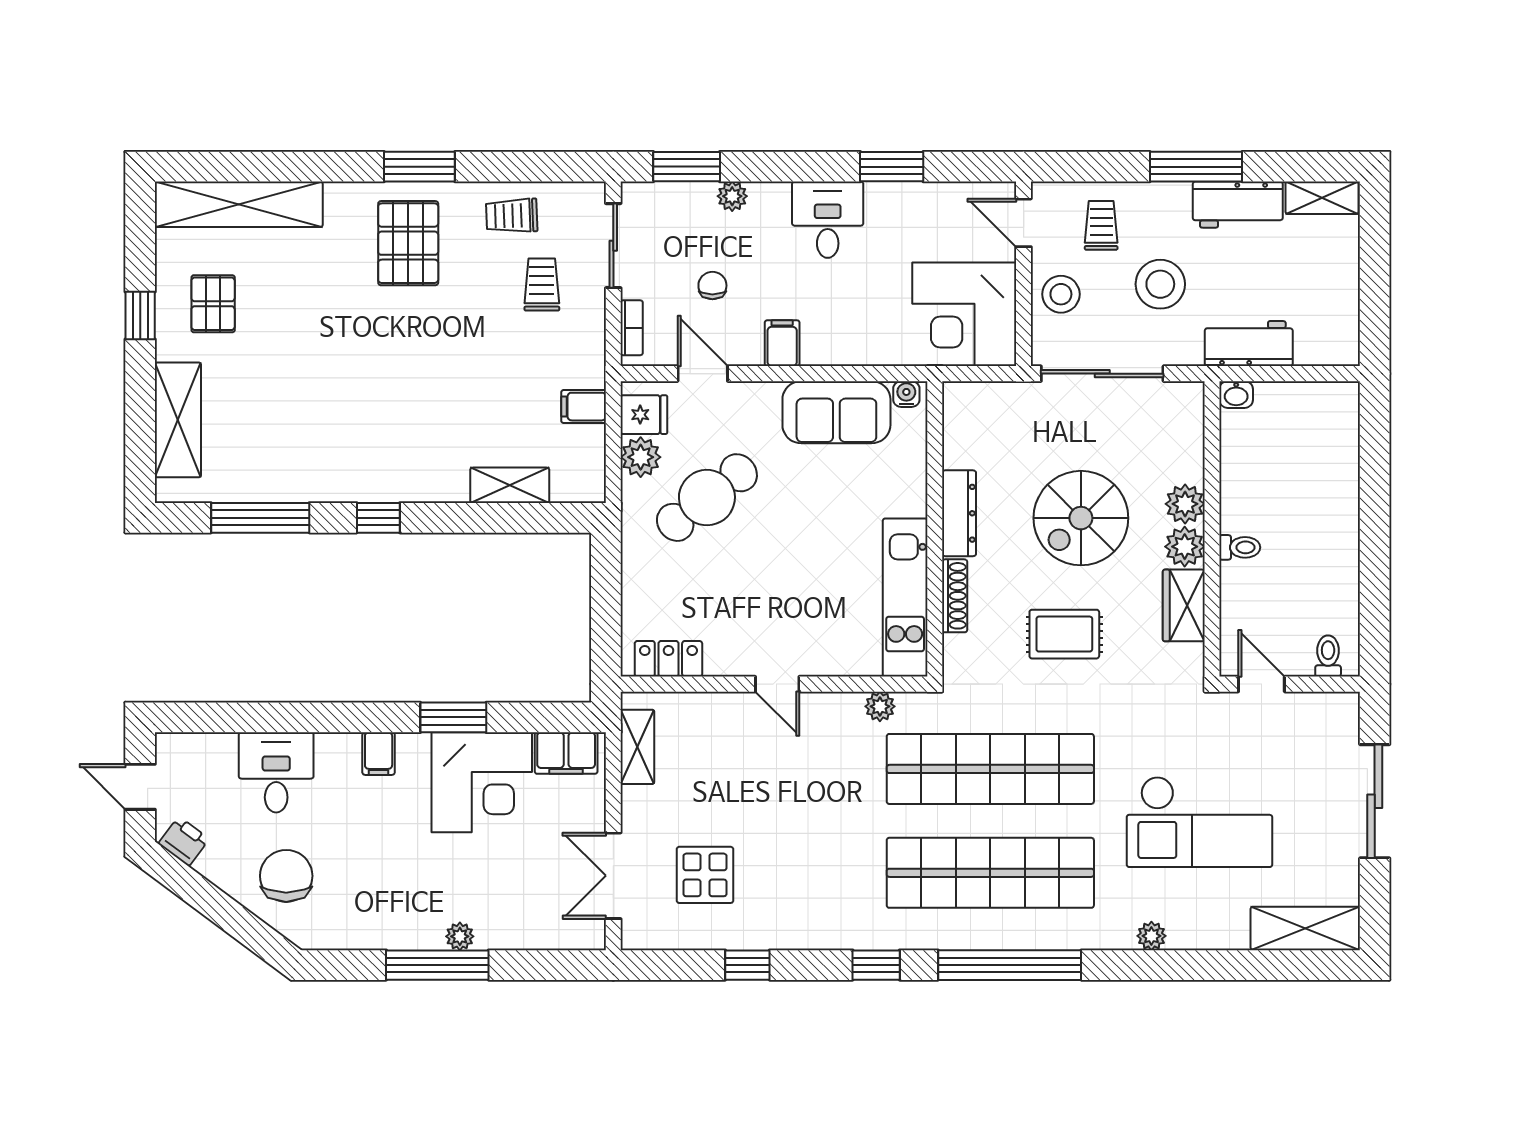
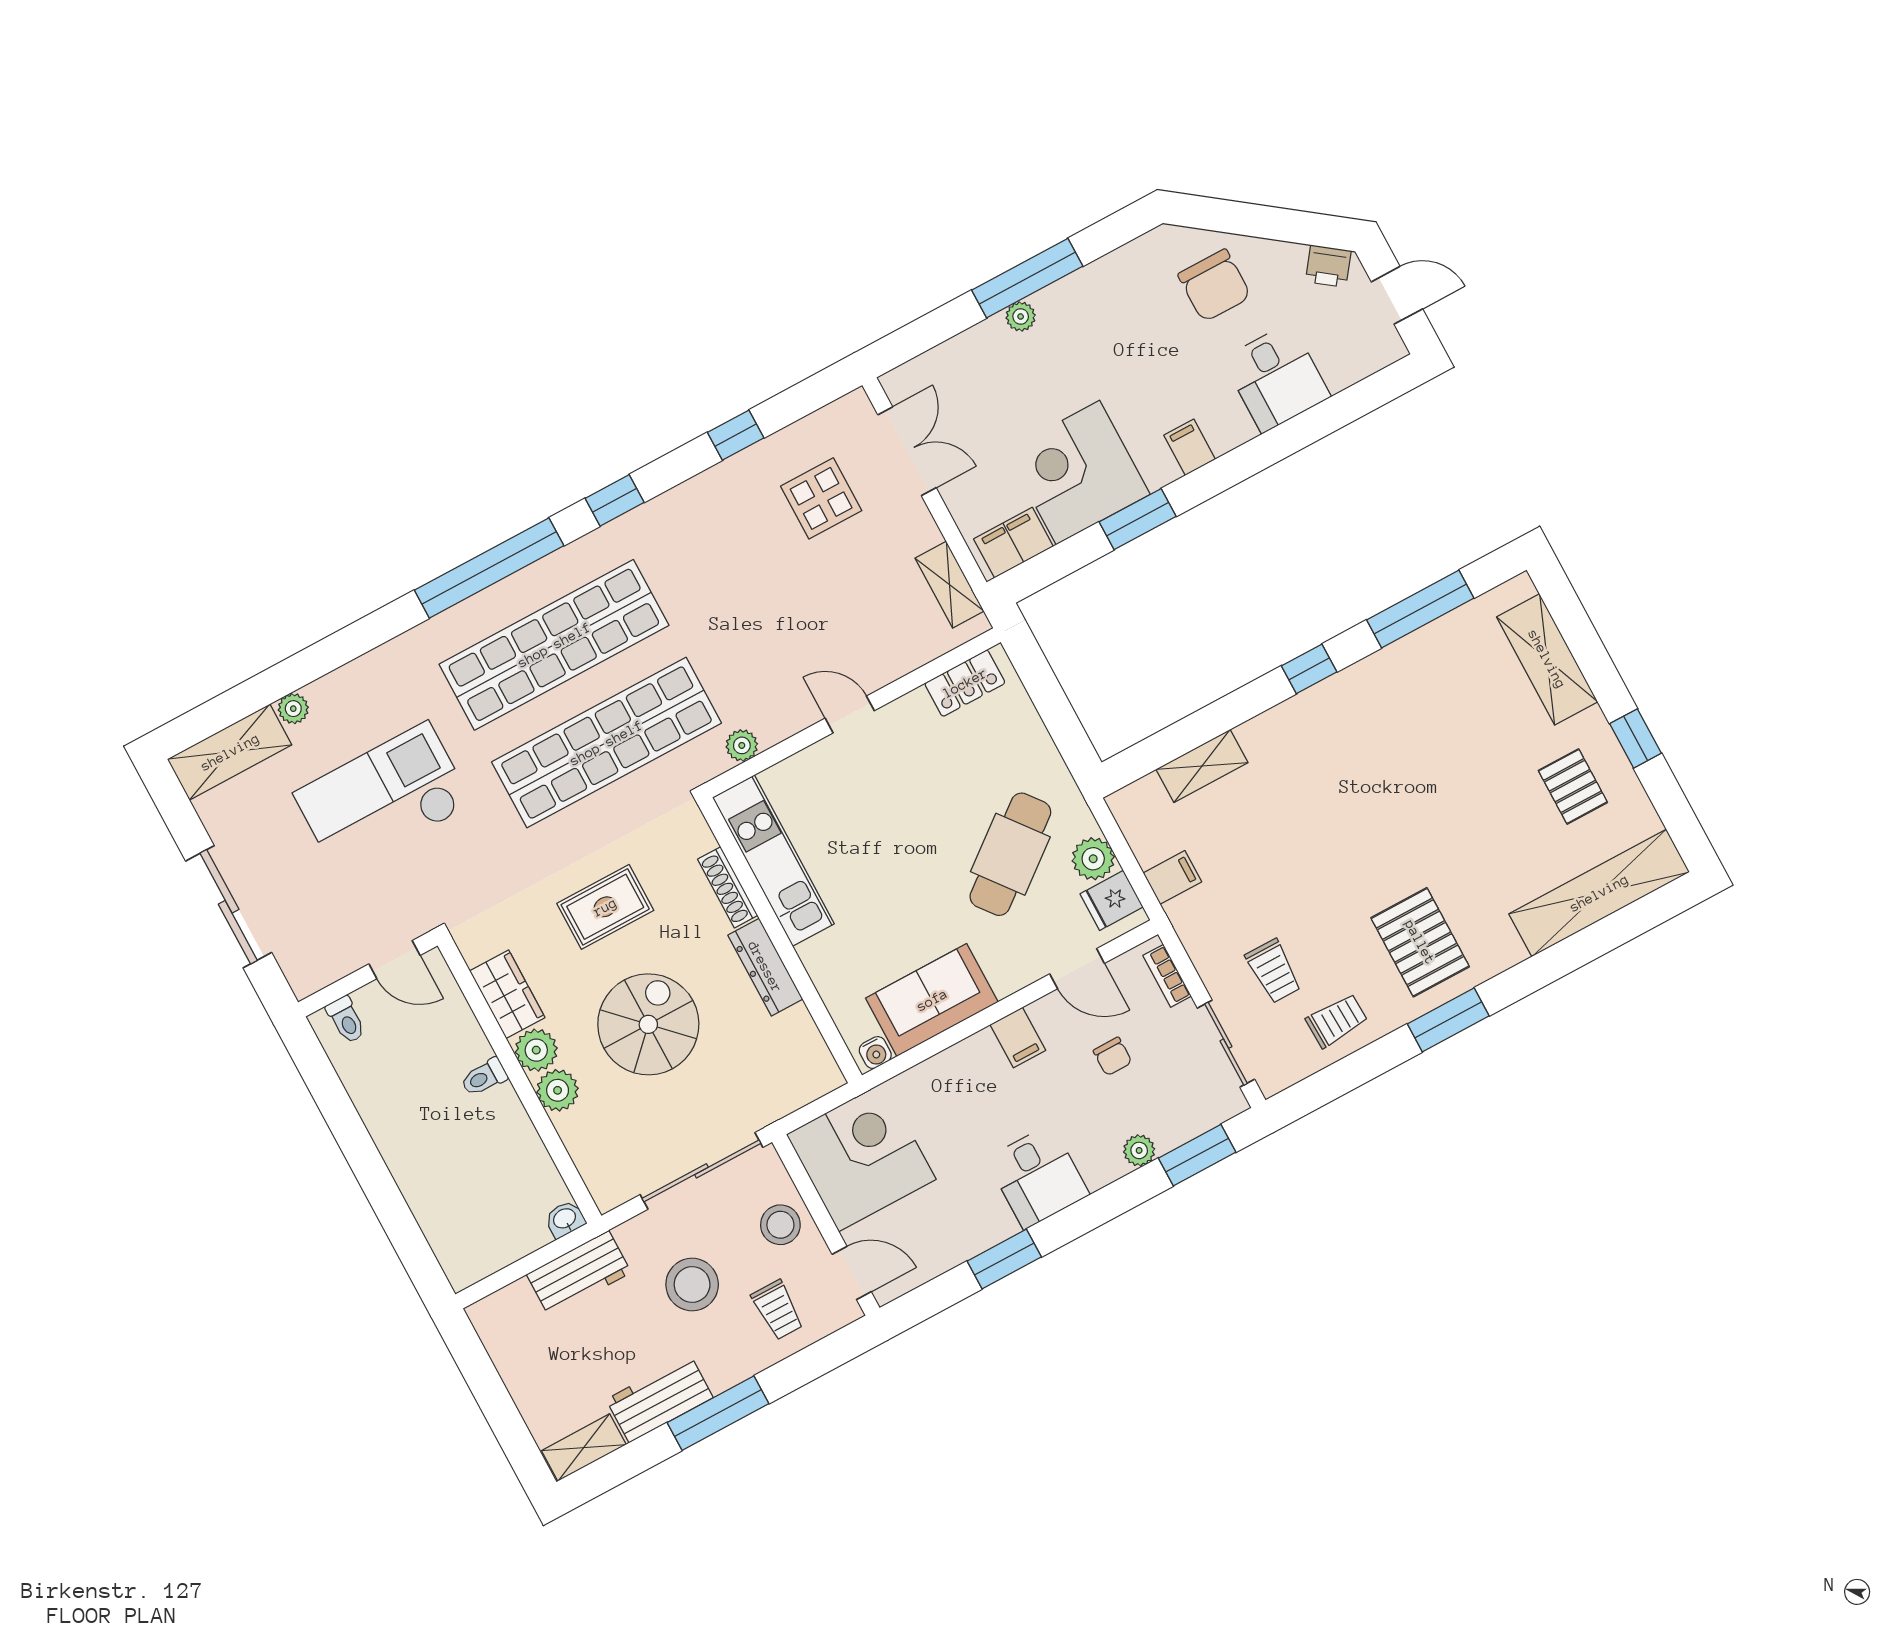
plant: (1151, 936) -> (293, 709), moved

